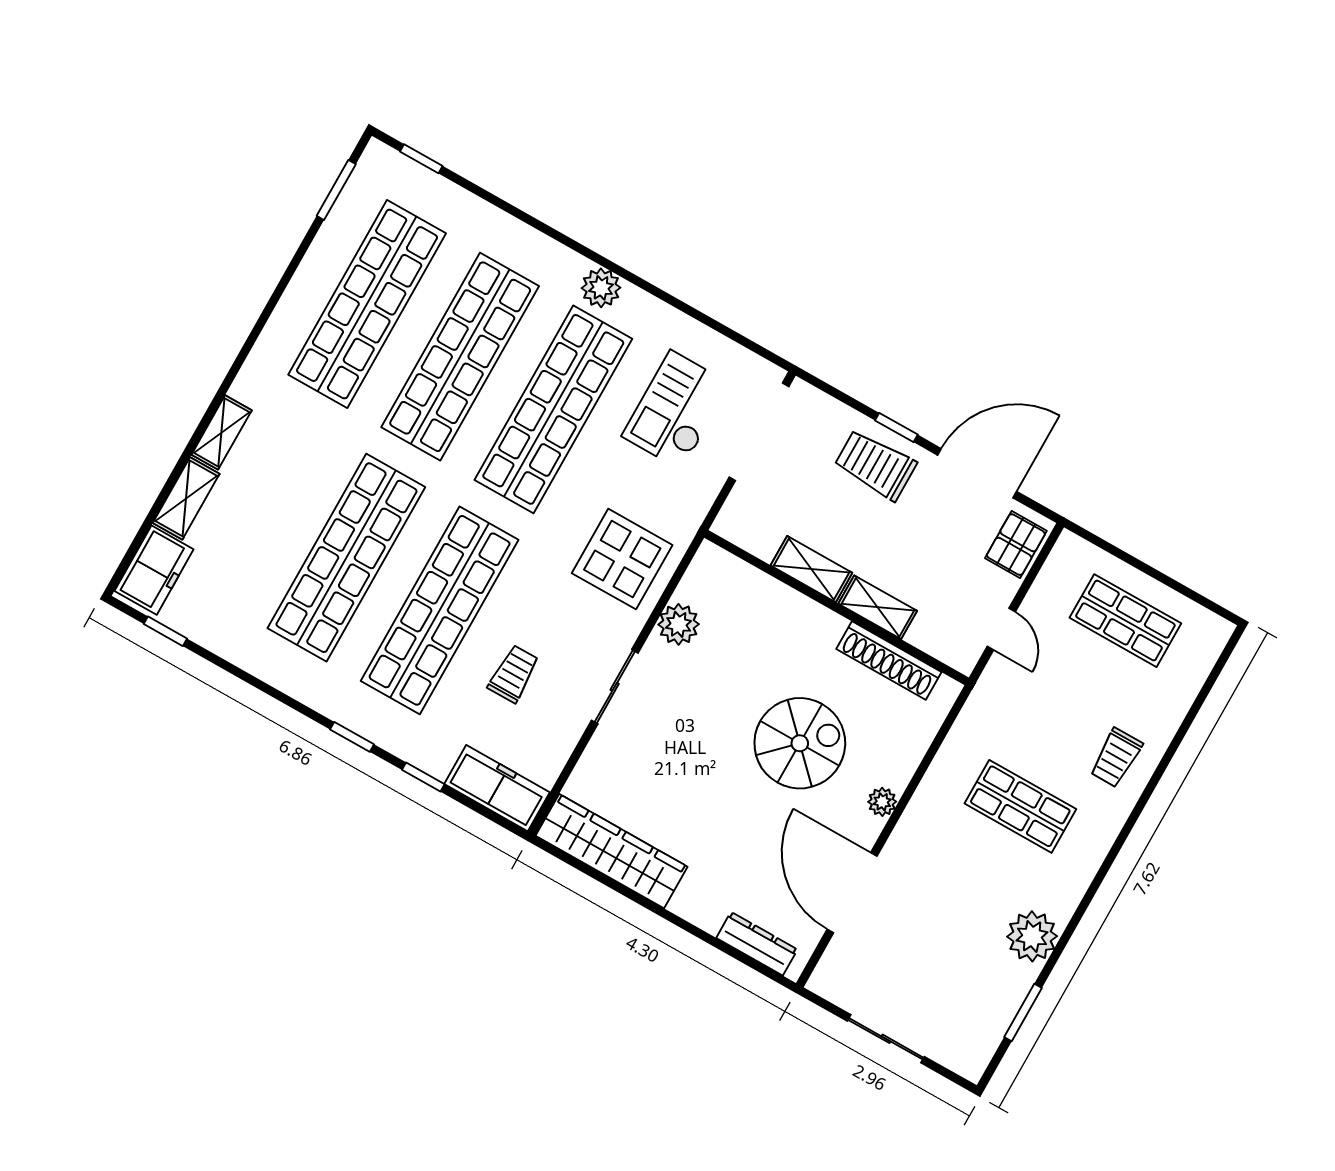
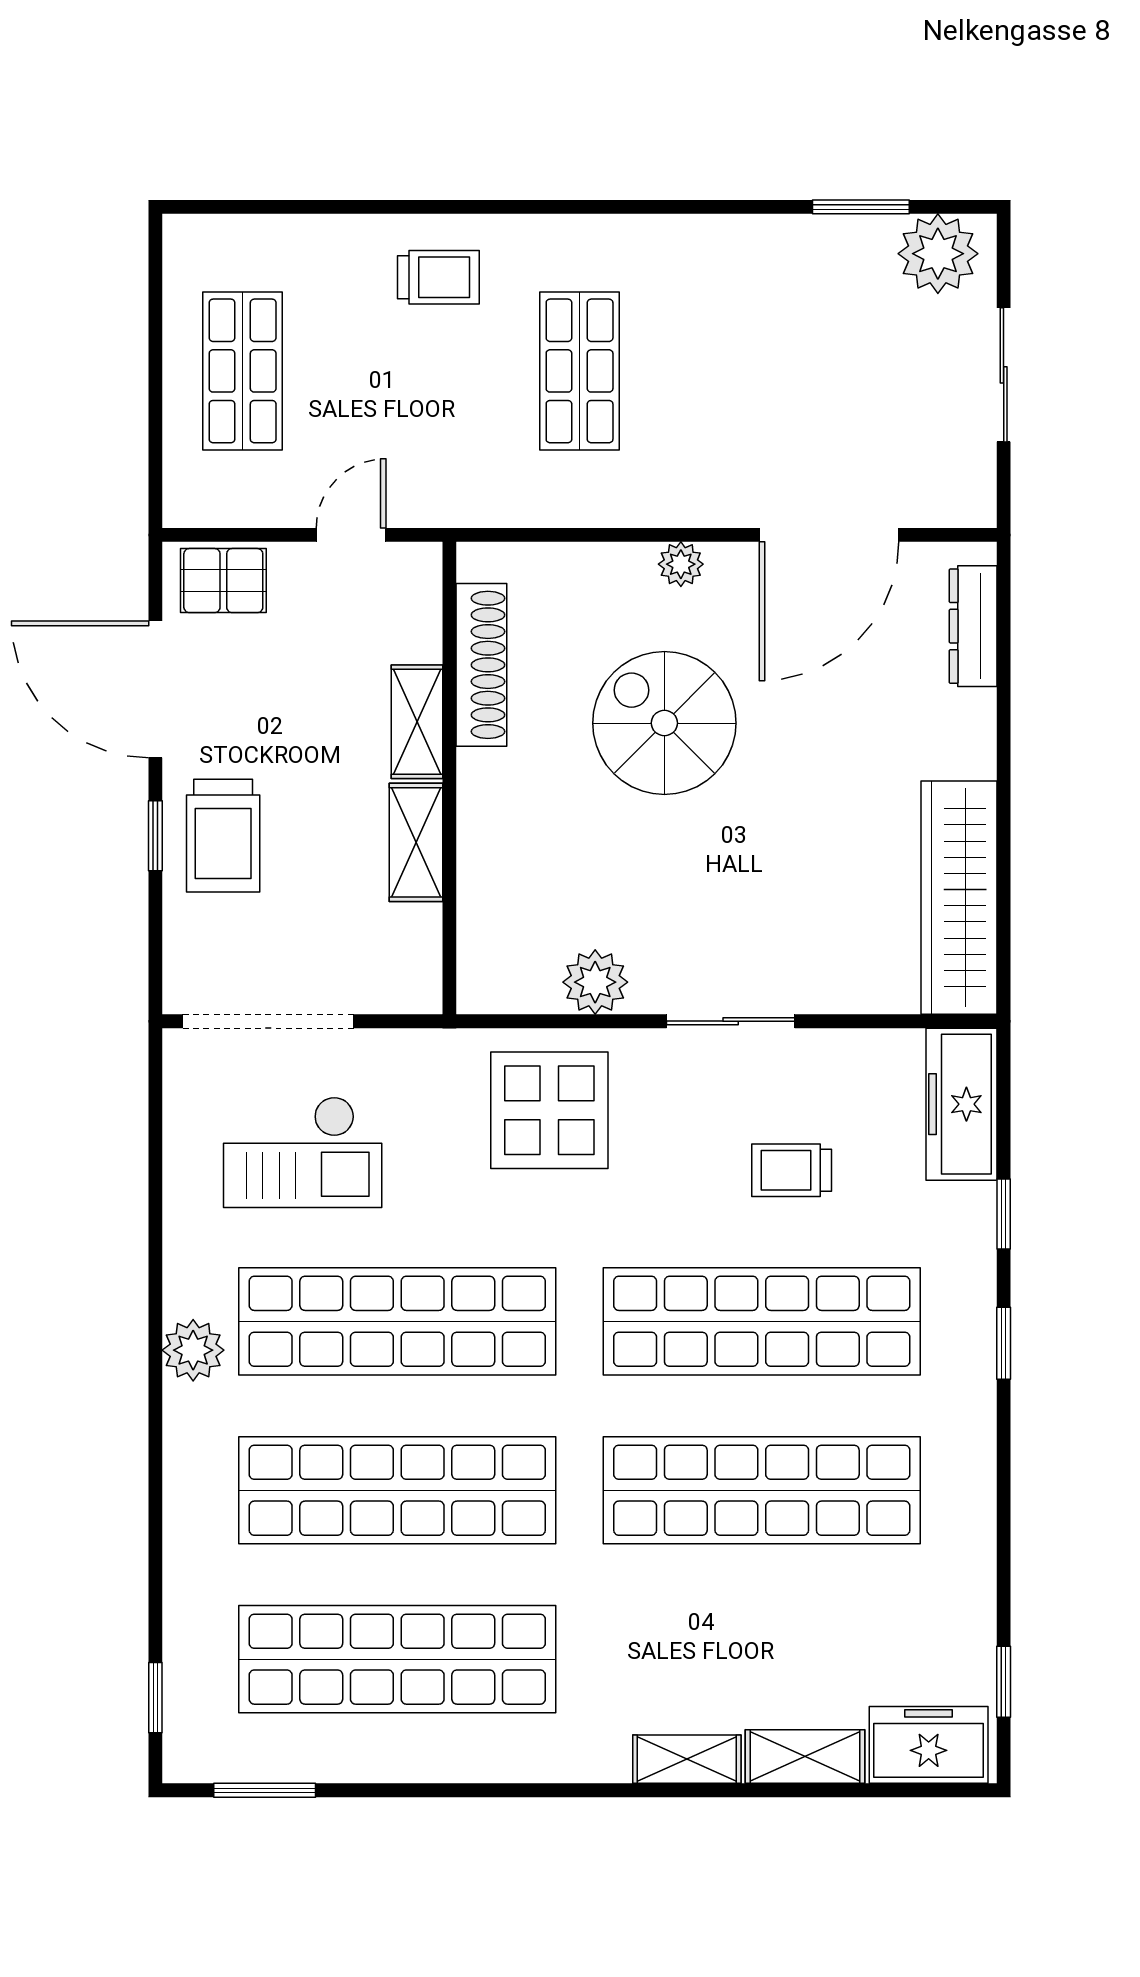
plant: (1032, 936) -> (938, 254), moved

